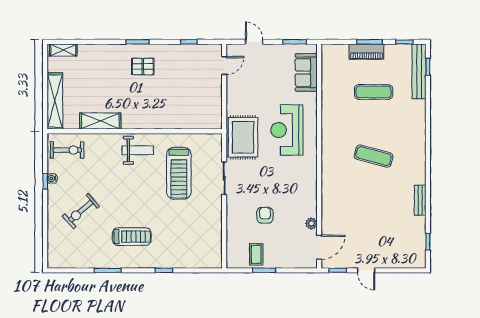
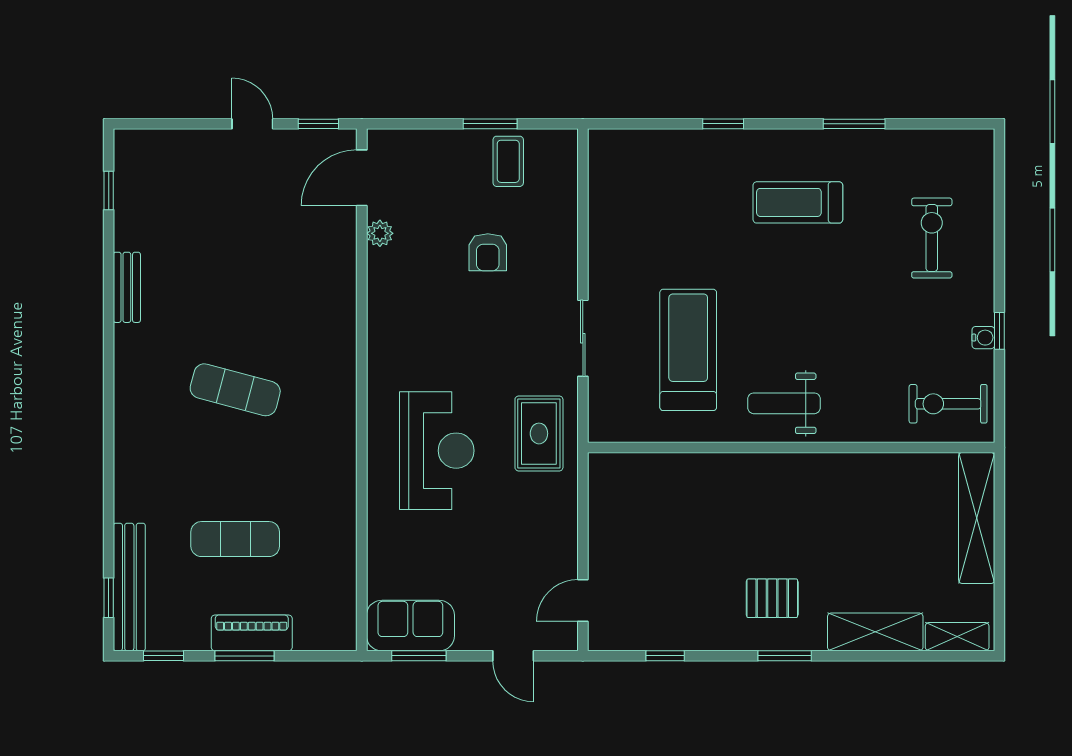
sofa: (306, 72) -> (410, 626), moved, turned -90
shelving: (100, 121) -> (875, 632), moved
rug: (243, 137) -> (539, 433), width x0.73, depth x0.70
exercise bike: (81, 211) -> (932, 238), moved, turned -49

